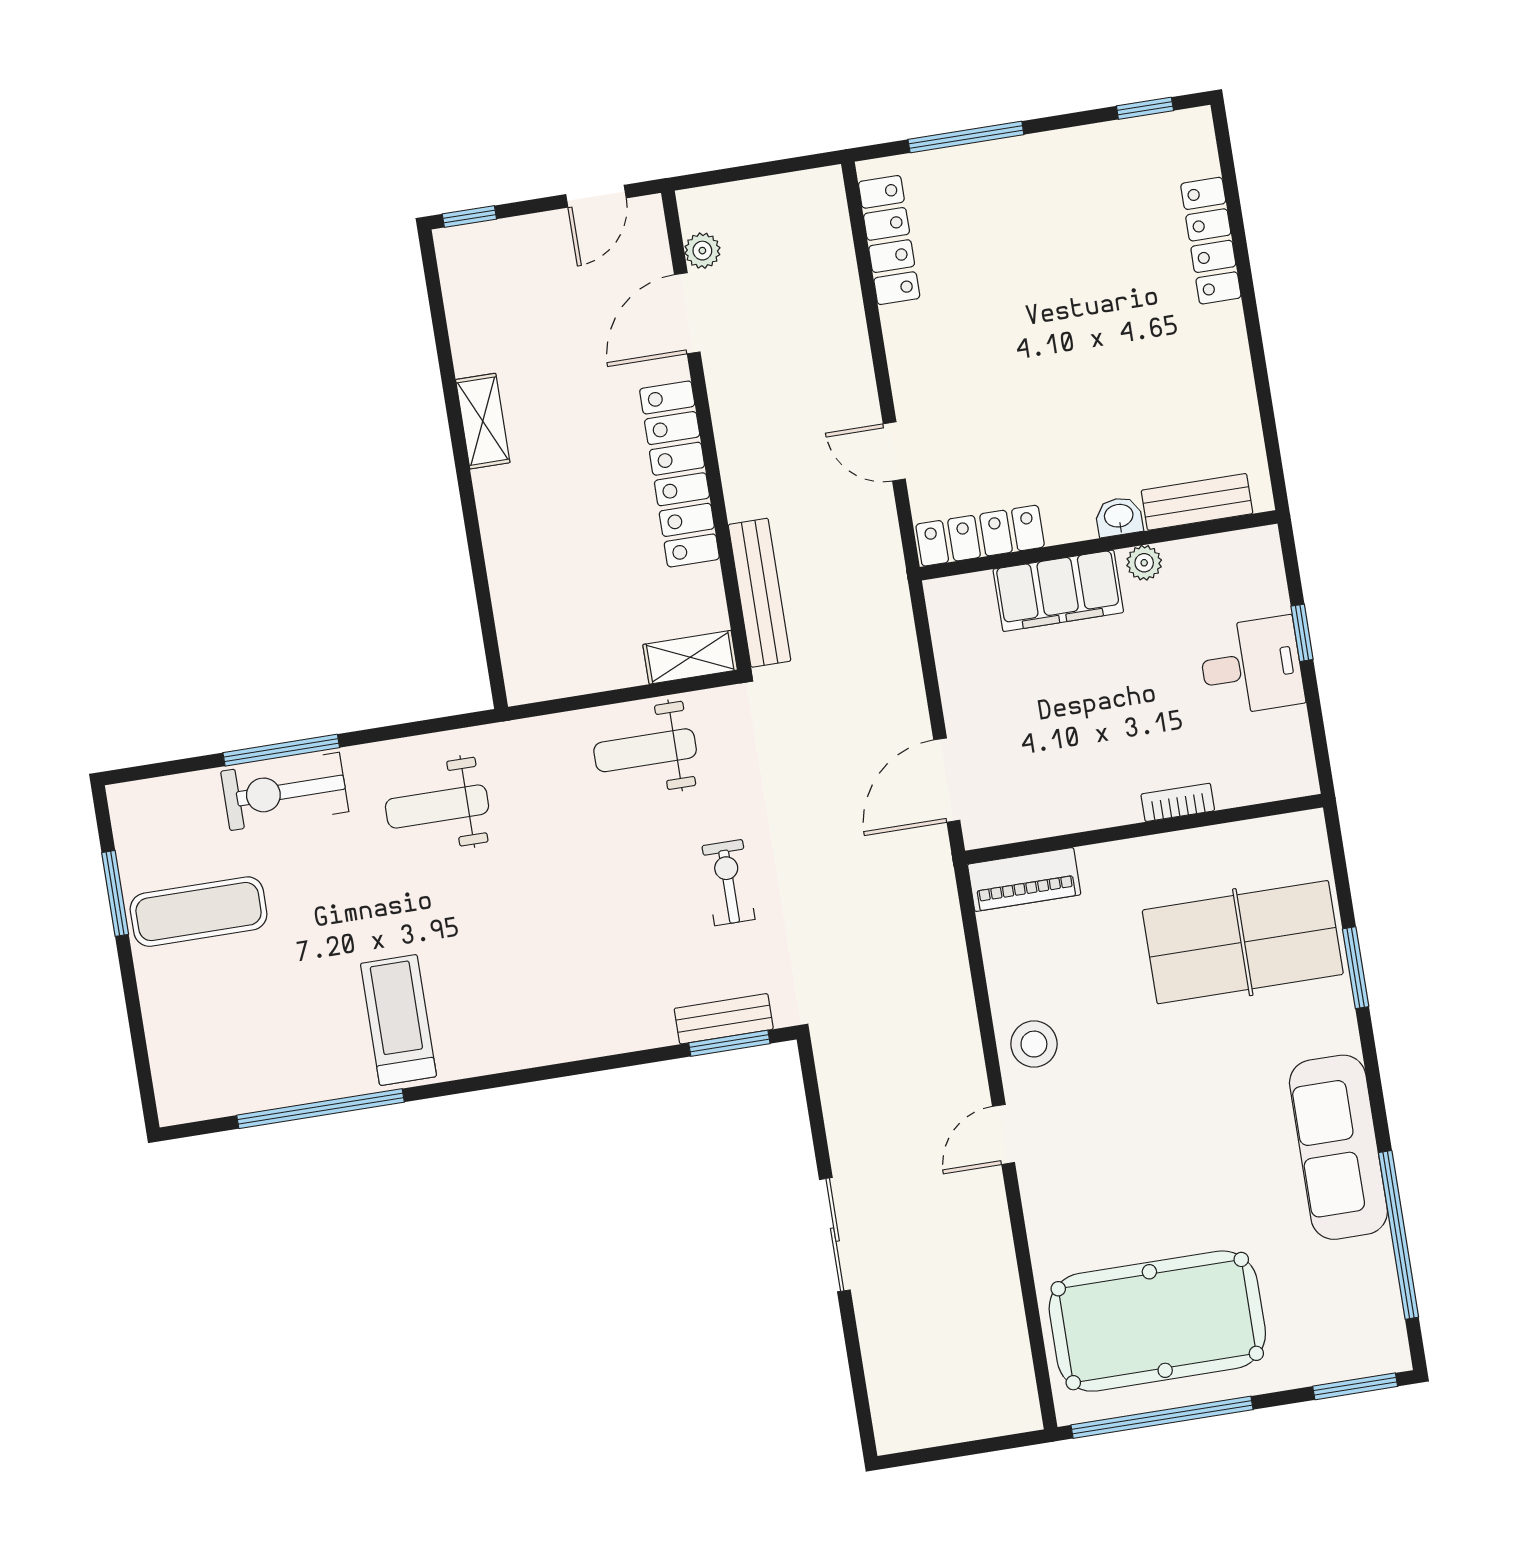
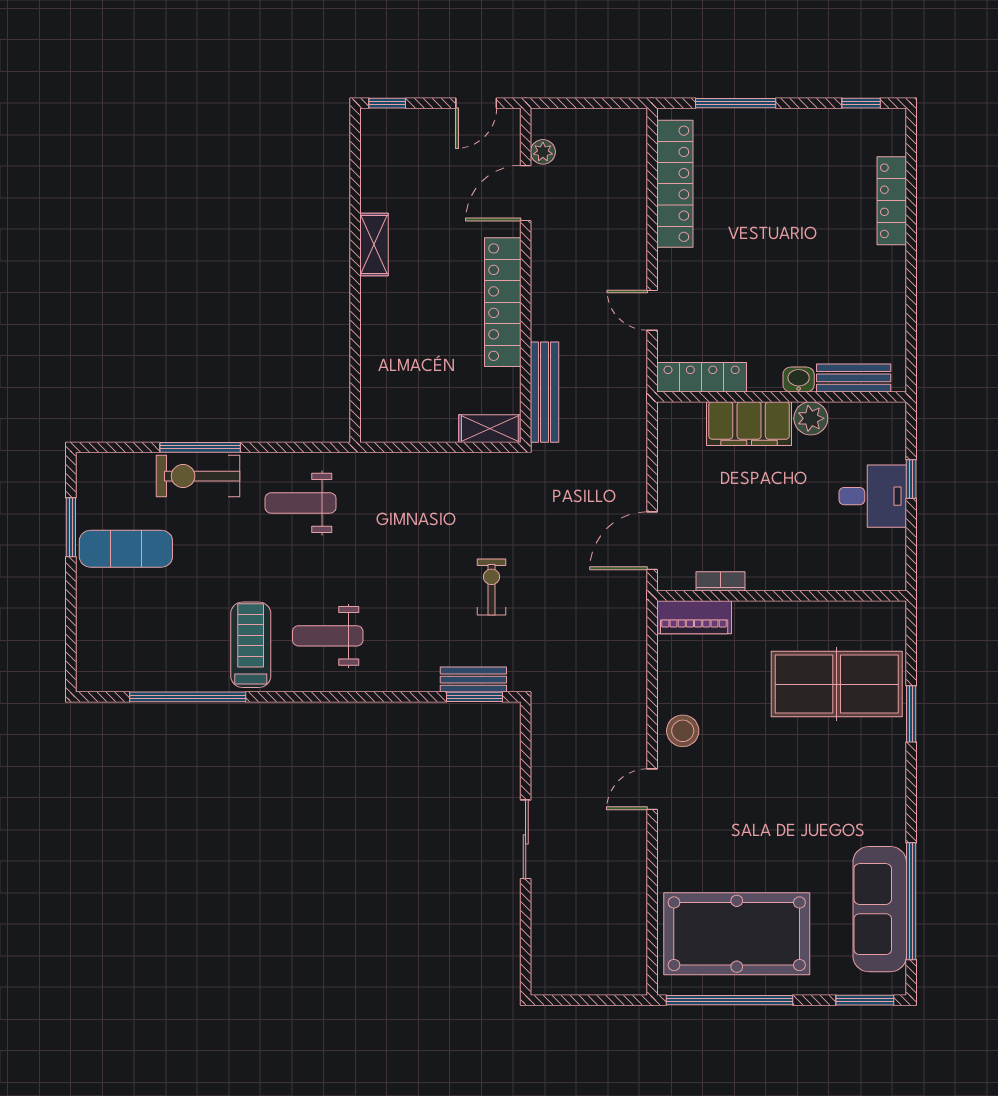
locker: (889, 240) -> (675, 184), width x1.41, depth x1.21
plant: (1144, 563) -> (811, 418), width x1.38, depth x1.38
weight bench: (645, 750) -> (328, 636), moved
bookcase: (1178, 802) -> (721, 581), moved
sofa: (1338, 1147) -> (880, 909), moved

